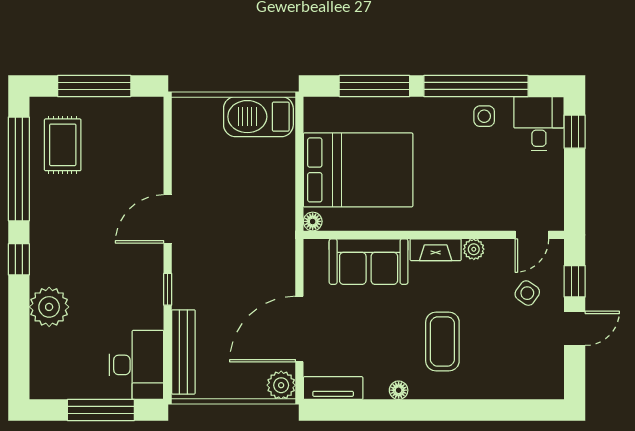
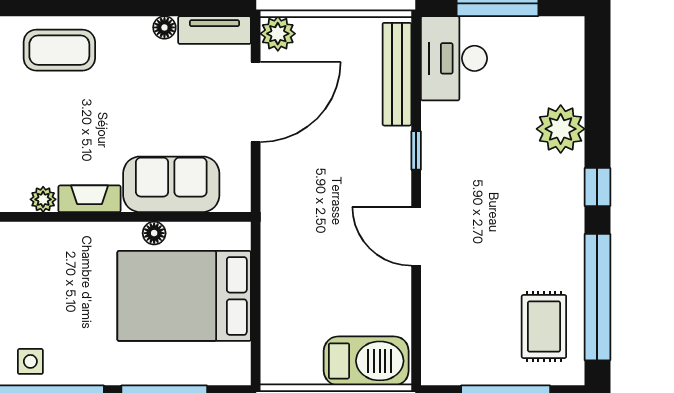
barbecue: (258, 117) -> (366, 361), moved
door: (168, 219) -> (416, 236), swing flipped
floor lamp: (313, 221) -> (154, 233), moved
coffee table: (442, 342) -> (59, 50), moved, turned 90
floor lamp: (399, 390) -> (164, 27), moved

